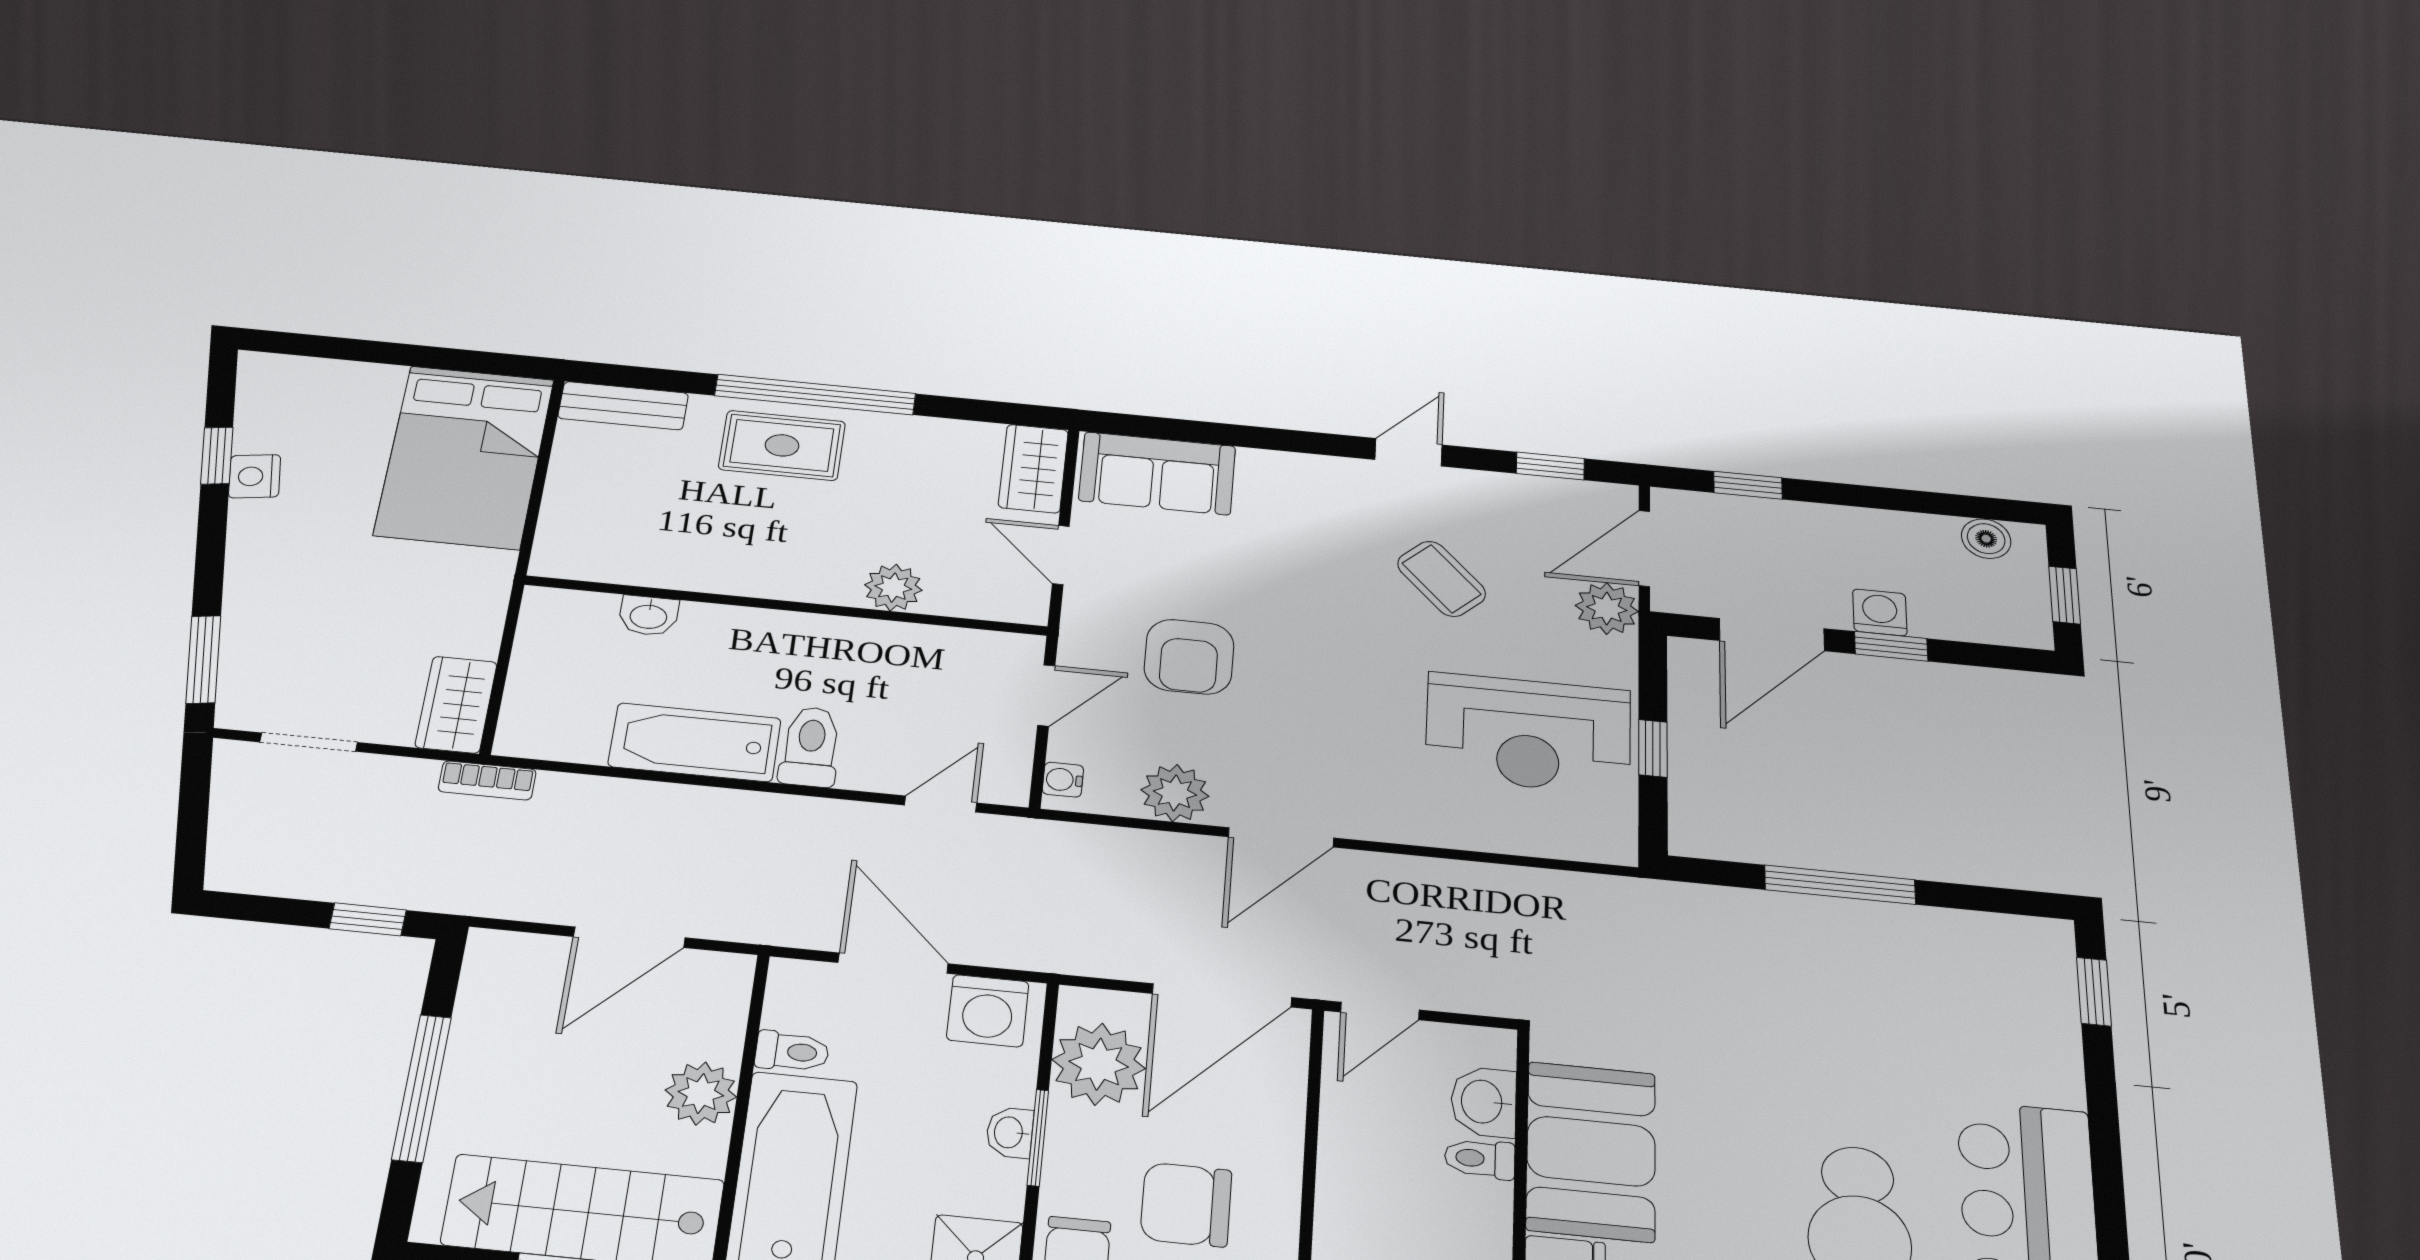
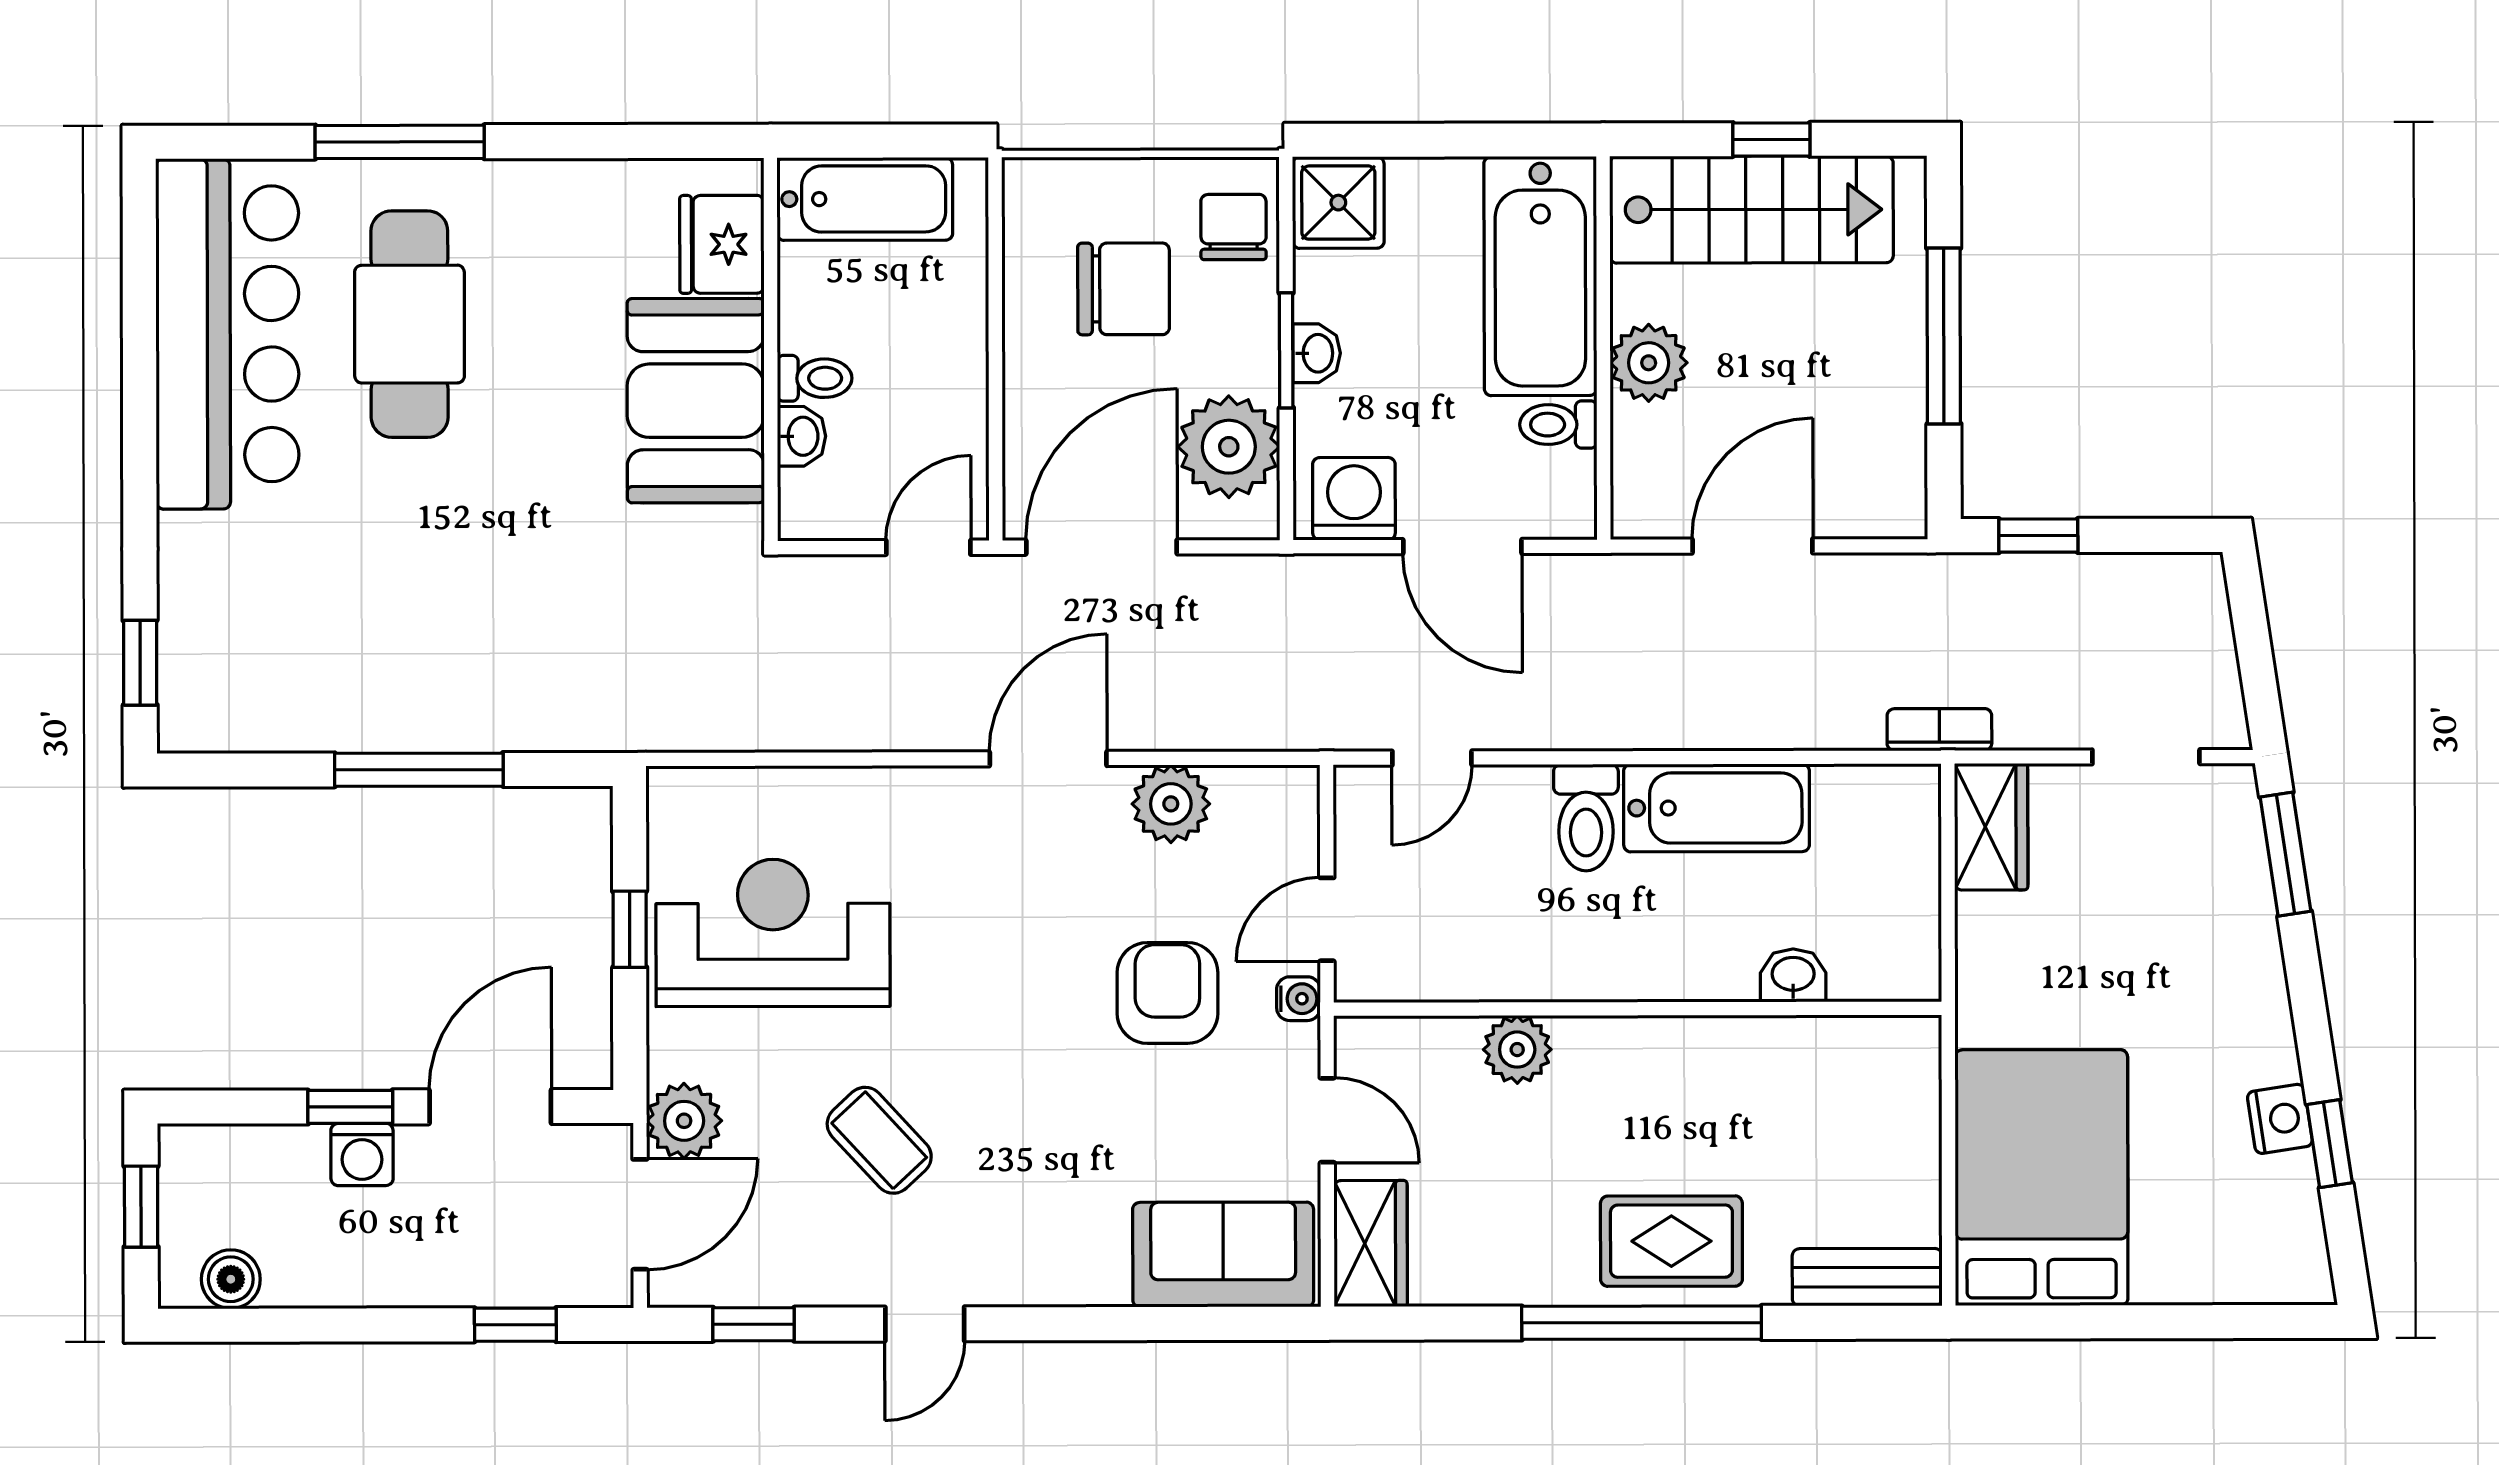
water cooler: (1063, 780) -> (1298, 999), moved
washbasin: (1484, 1102) -> (802, 436), width x0.72, depth x0.69

